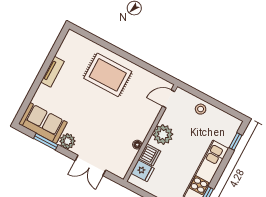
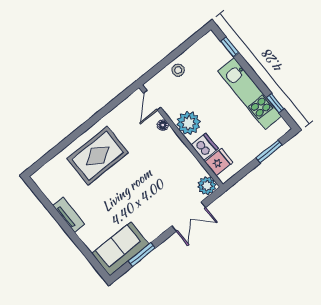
plant: (68, 141) -> (207, 186), moved
floor lamp: (137, 145) -> (163, 125), moved

